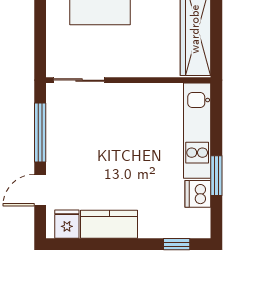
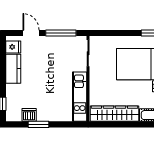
kitchen unit: (197, 131) -> (80, 97), moved, turned -90

